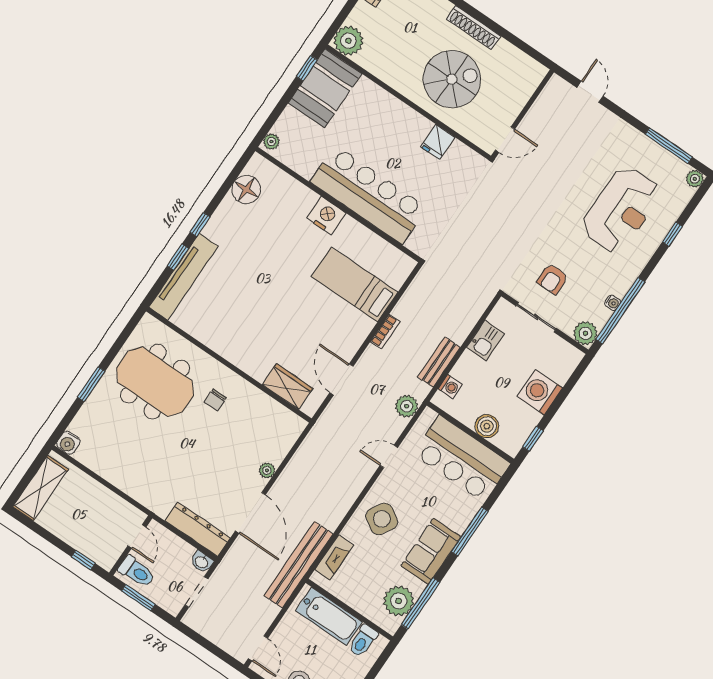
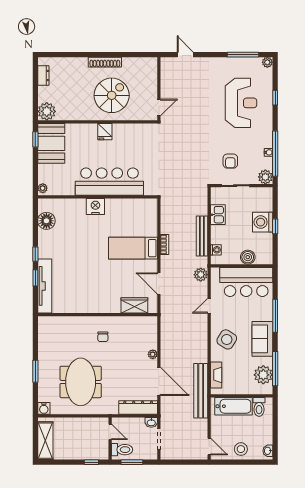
fridge: (438, 142) -> (105, 132), moved
bed: (355, 284) -> (133, 248), moved
bench: (439, 362) -> (202, 236), width x1.36
meeting table: (155, 382) -> (81, 382), moved, turned 90
window: (533, 439) -> (275, 226), moved

